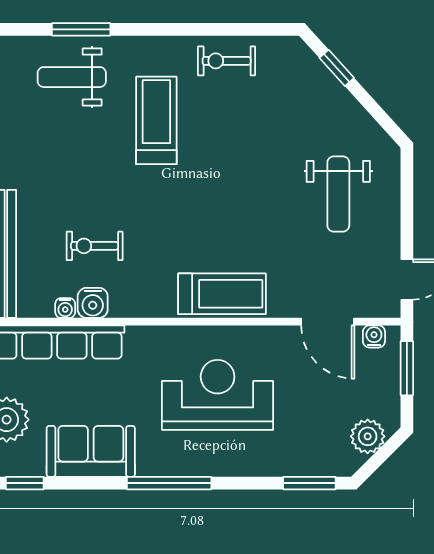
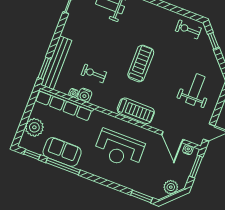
exercise bike: (227, 61) -> (188, 29), moved
treadmill: (156, 120) -> (141, 63), moved
weight bench: (338, 194) -> (195, 90), turned 180
reception desk: (218, 395) -> (119, 149), turned 180
window: (169, 483) -> (63, 166), moved

